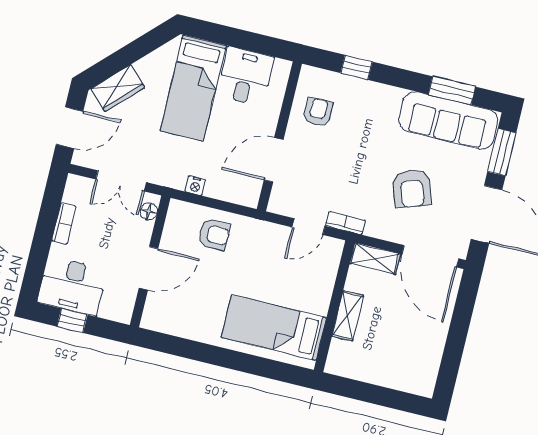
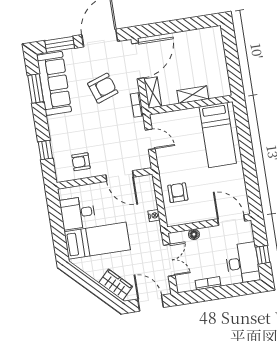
floor lamp: (149, 211) -> (194, 234), moved
bookcase: (345, 223) -> (137, 105), moved
door: (148, 268) -> (231, 220), moved

